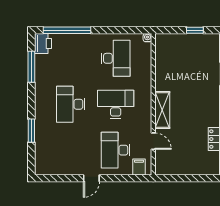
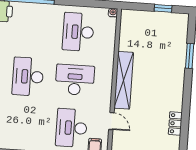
desk: (116, 58) -> (78, 32), turned 180
shelving: (162, 110) -> (124, 80), width x1.47

